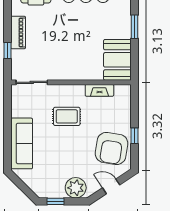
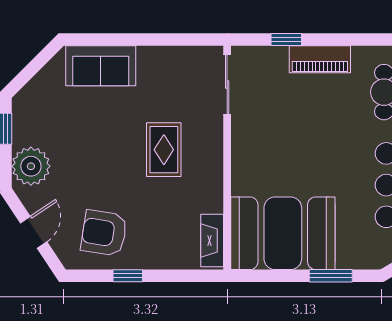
booth: (117, 60) -> (283, 233), width x1.36, depth x1.42
fireplace: (99, 90) -> (212, 241), moved
sofa: (22, 143) -> (101, 66), width x0.73
armchair: (112, 148) -> (104, 233), width x0.73, depth x0.73

